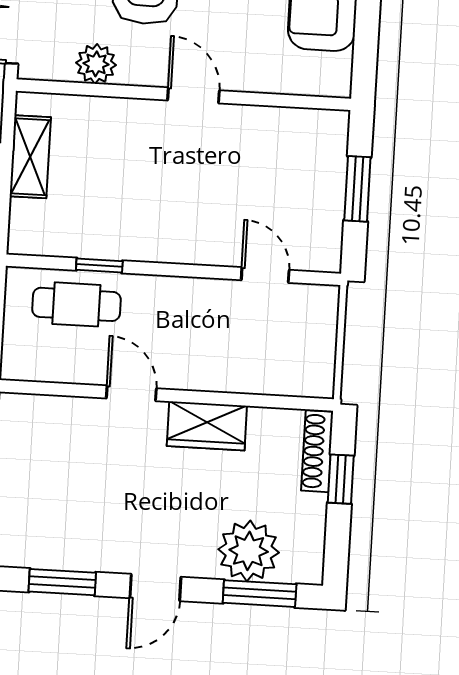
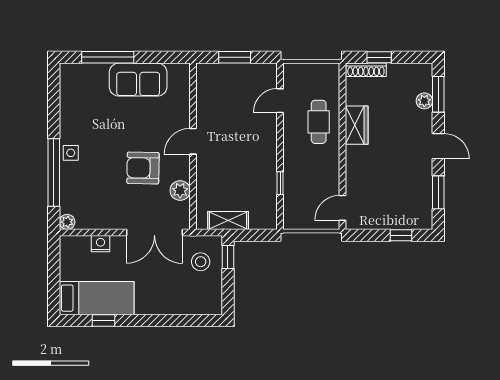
cafe table: (76, 304) -> (319, 122), moved
door: (131, 393) -> (343, 208), moved
plant: (249, 551) -> (424, 101), width x0.53, depth x0.53

